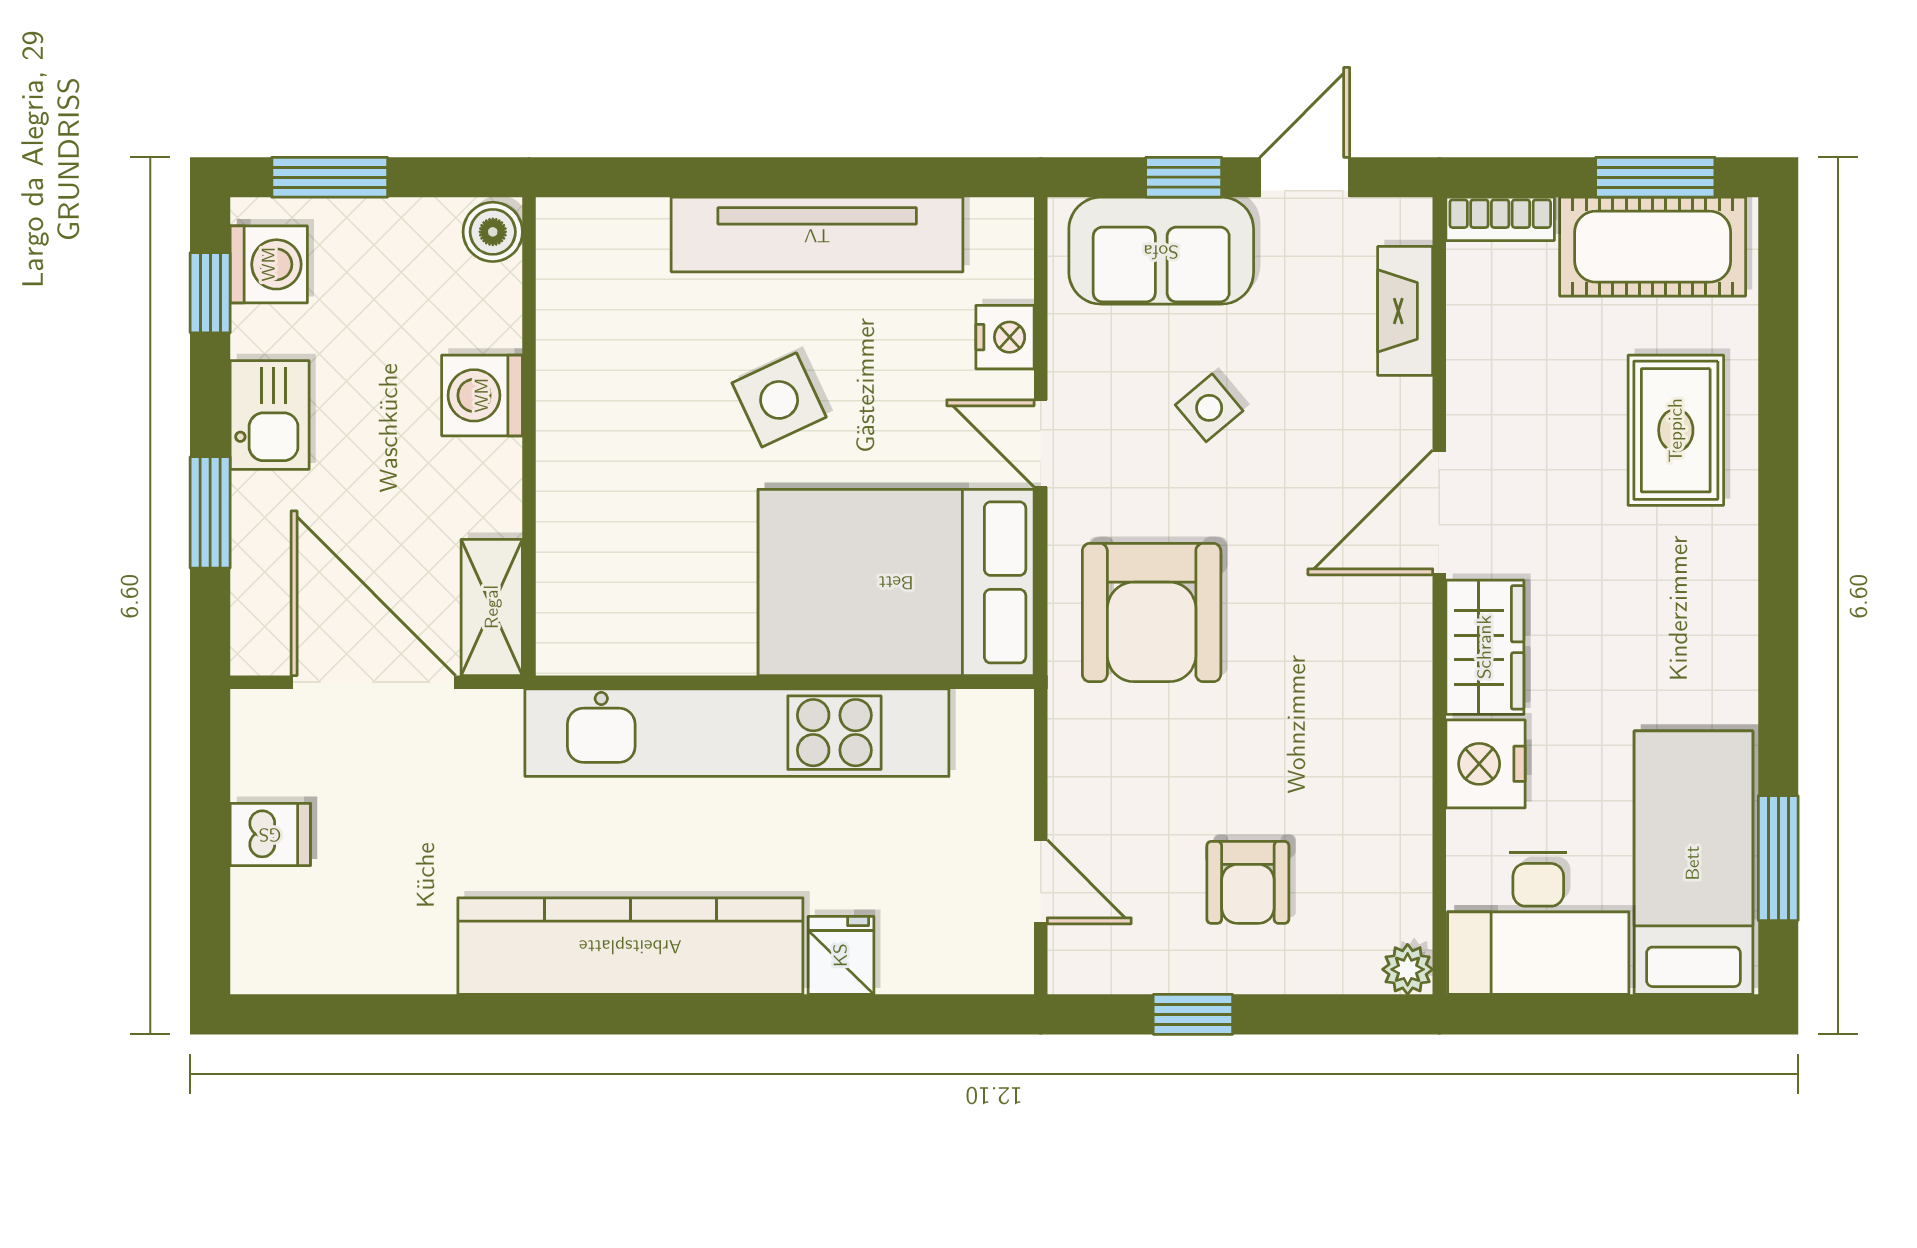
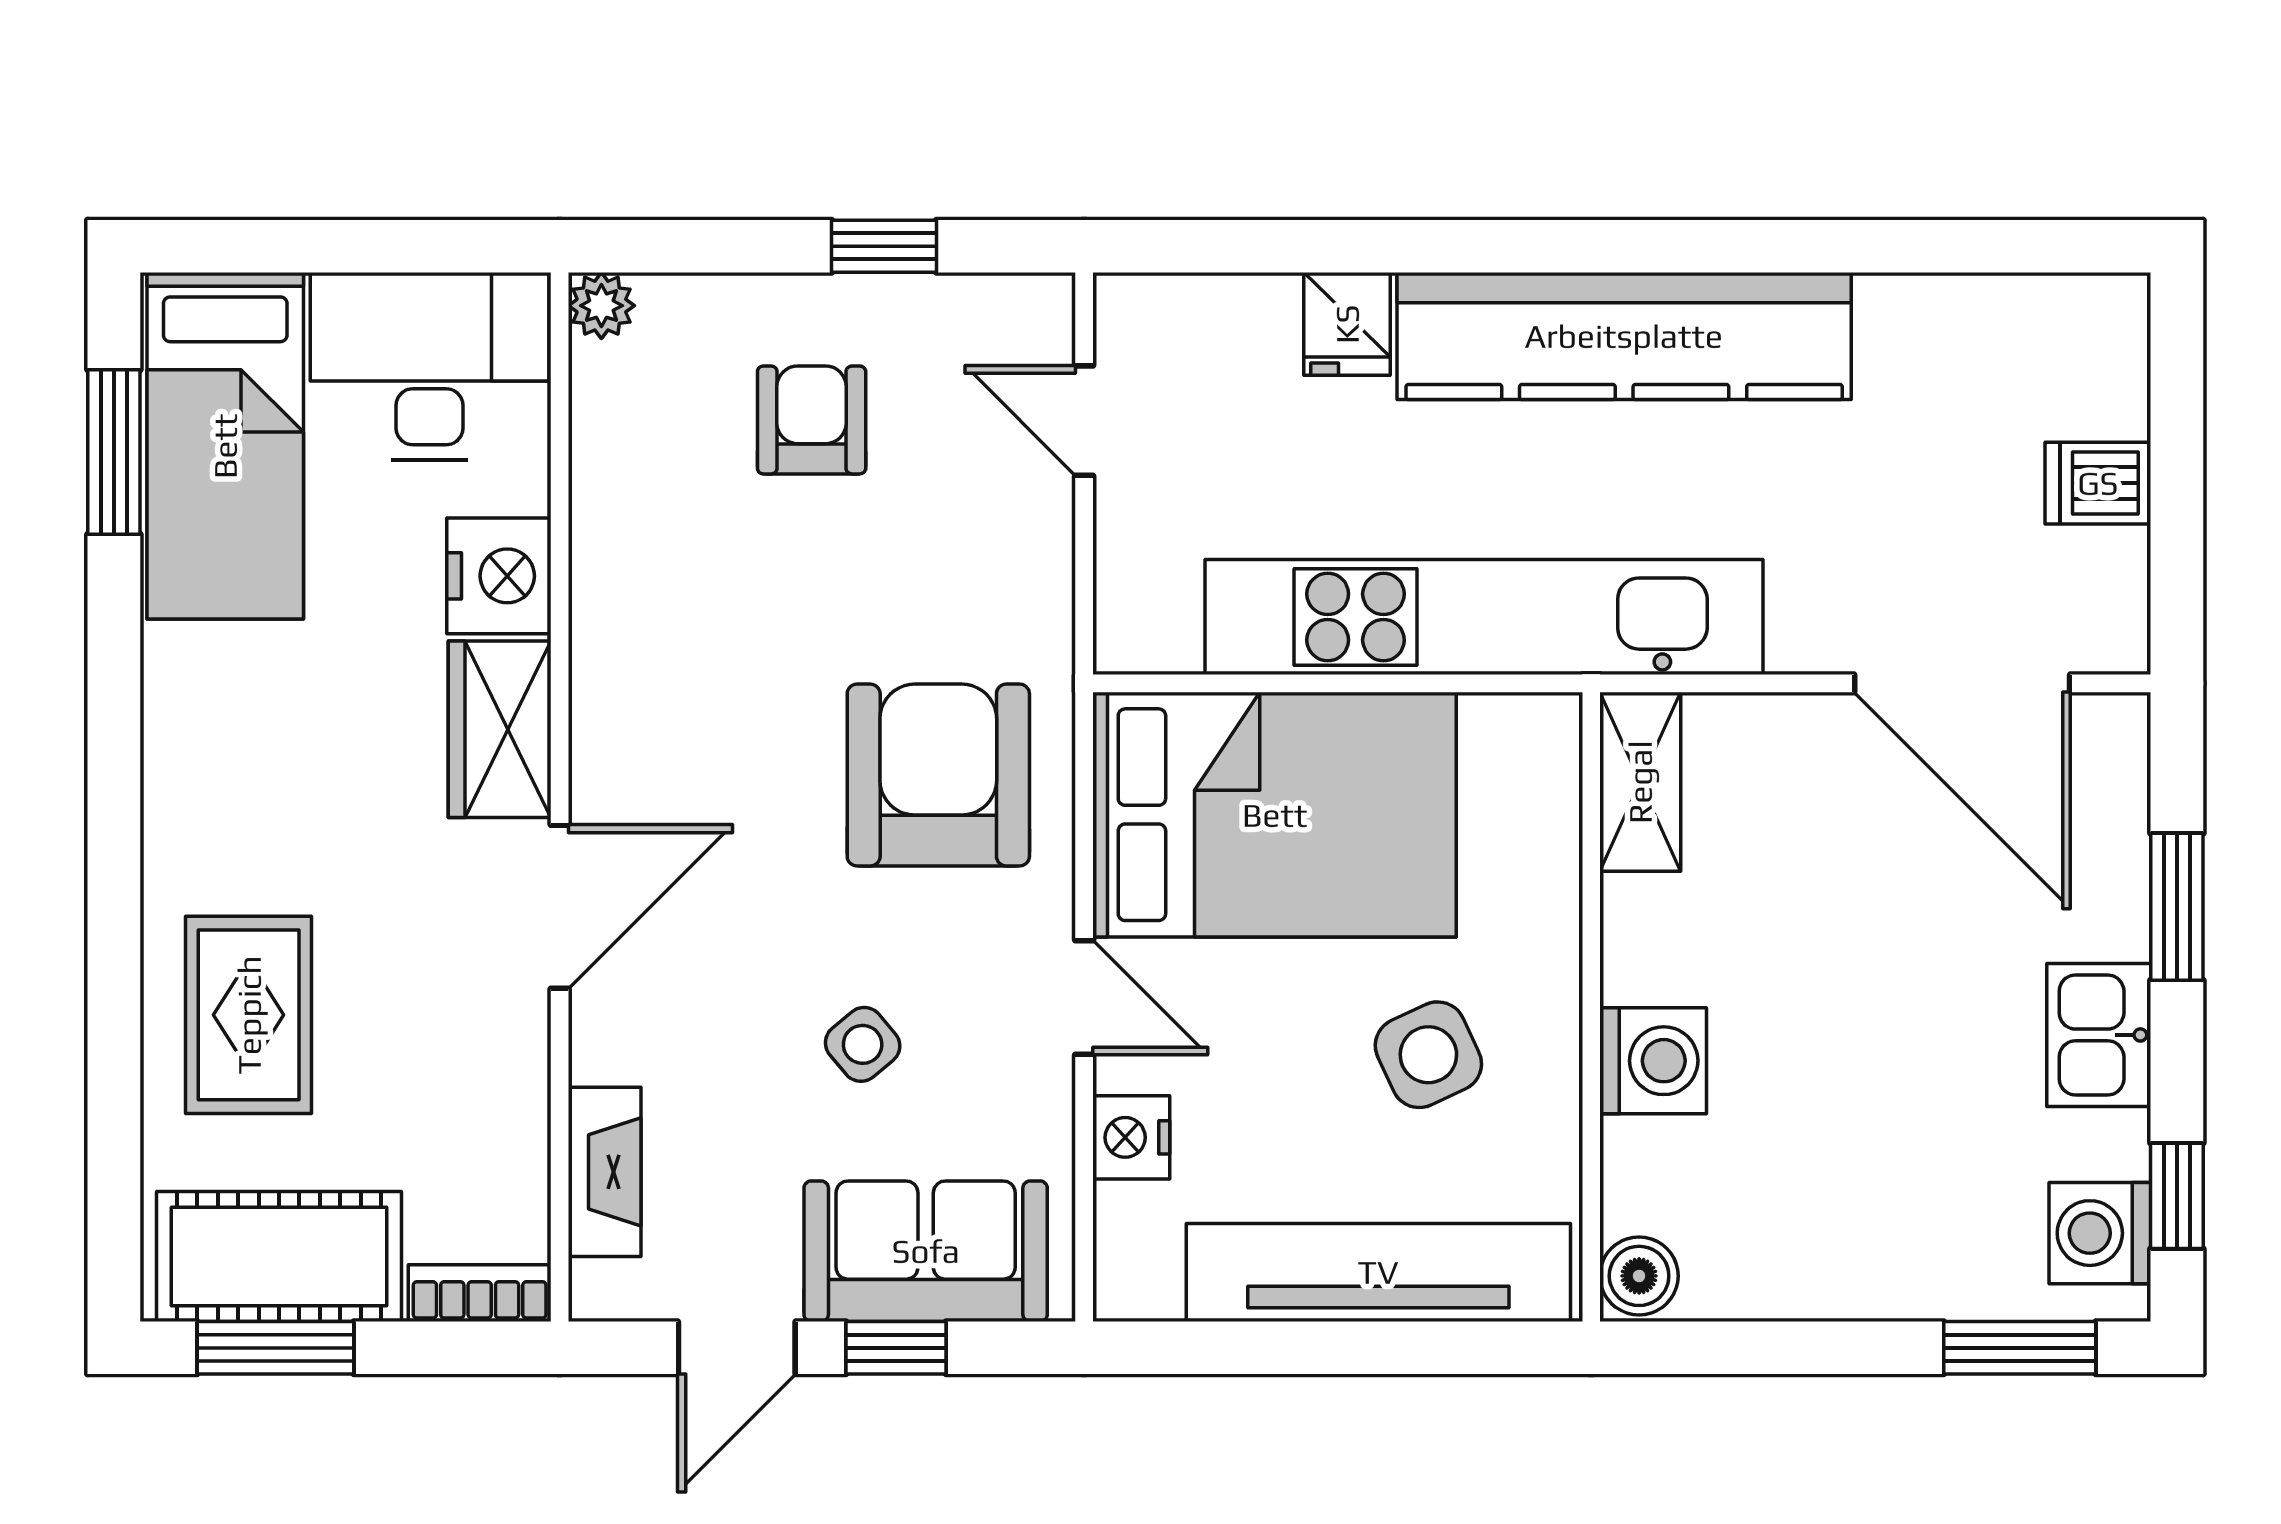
boiler: (493, 232) -> (1639, 1276), moved
washing machine: (482, 395) -> (1653, 1061), moved
wall: (529, 436) -> (1591, 1007), moved
shelving: (492, 607) -> (1640, 782), moved

